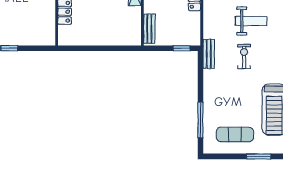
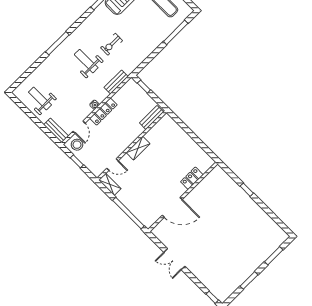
bench: (209, 54) -> (116, 82), moved

